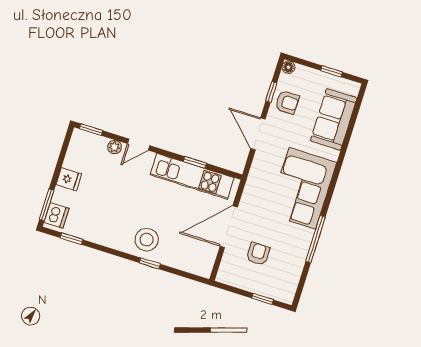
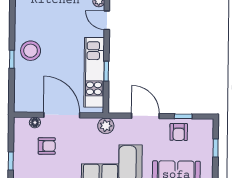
floor lamp: (288, 67) -> (35, 123), moved
window: (332, 71) -> (216, 148), moved
door: (258, 134) -> (145, 116), hinge flipped
plant: (256, 181) -> (106, 126), added

